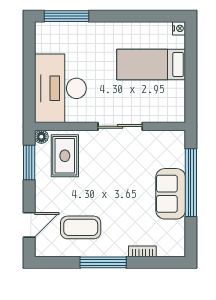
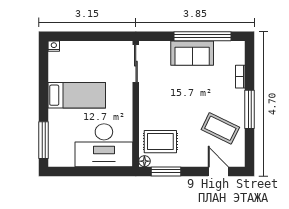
bed: (151, 65) -> (77, 95), moved, turned -90
sliding door: (120, 126) -> (136, 64), moved
window: (191, 183) -> (202, 36), moved
coffee table: (81, 227) -> (220, 128), turned -64

